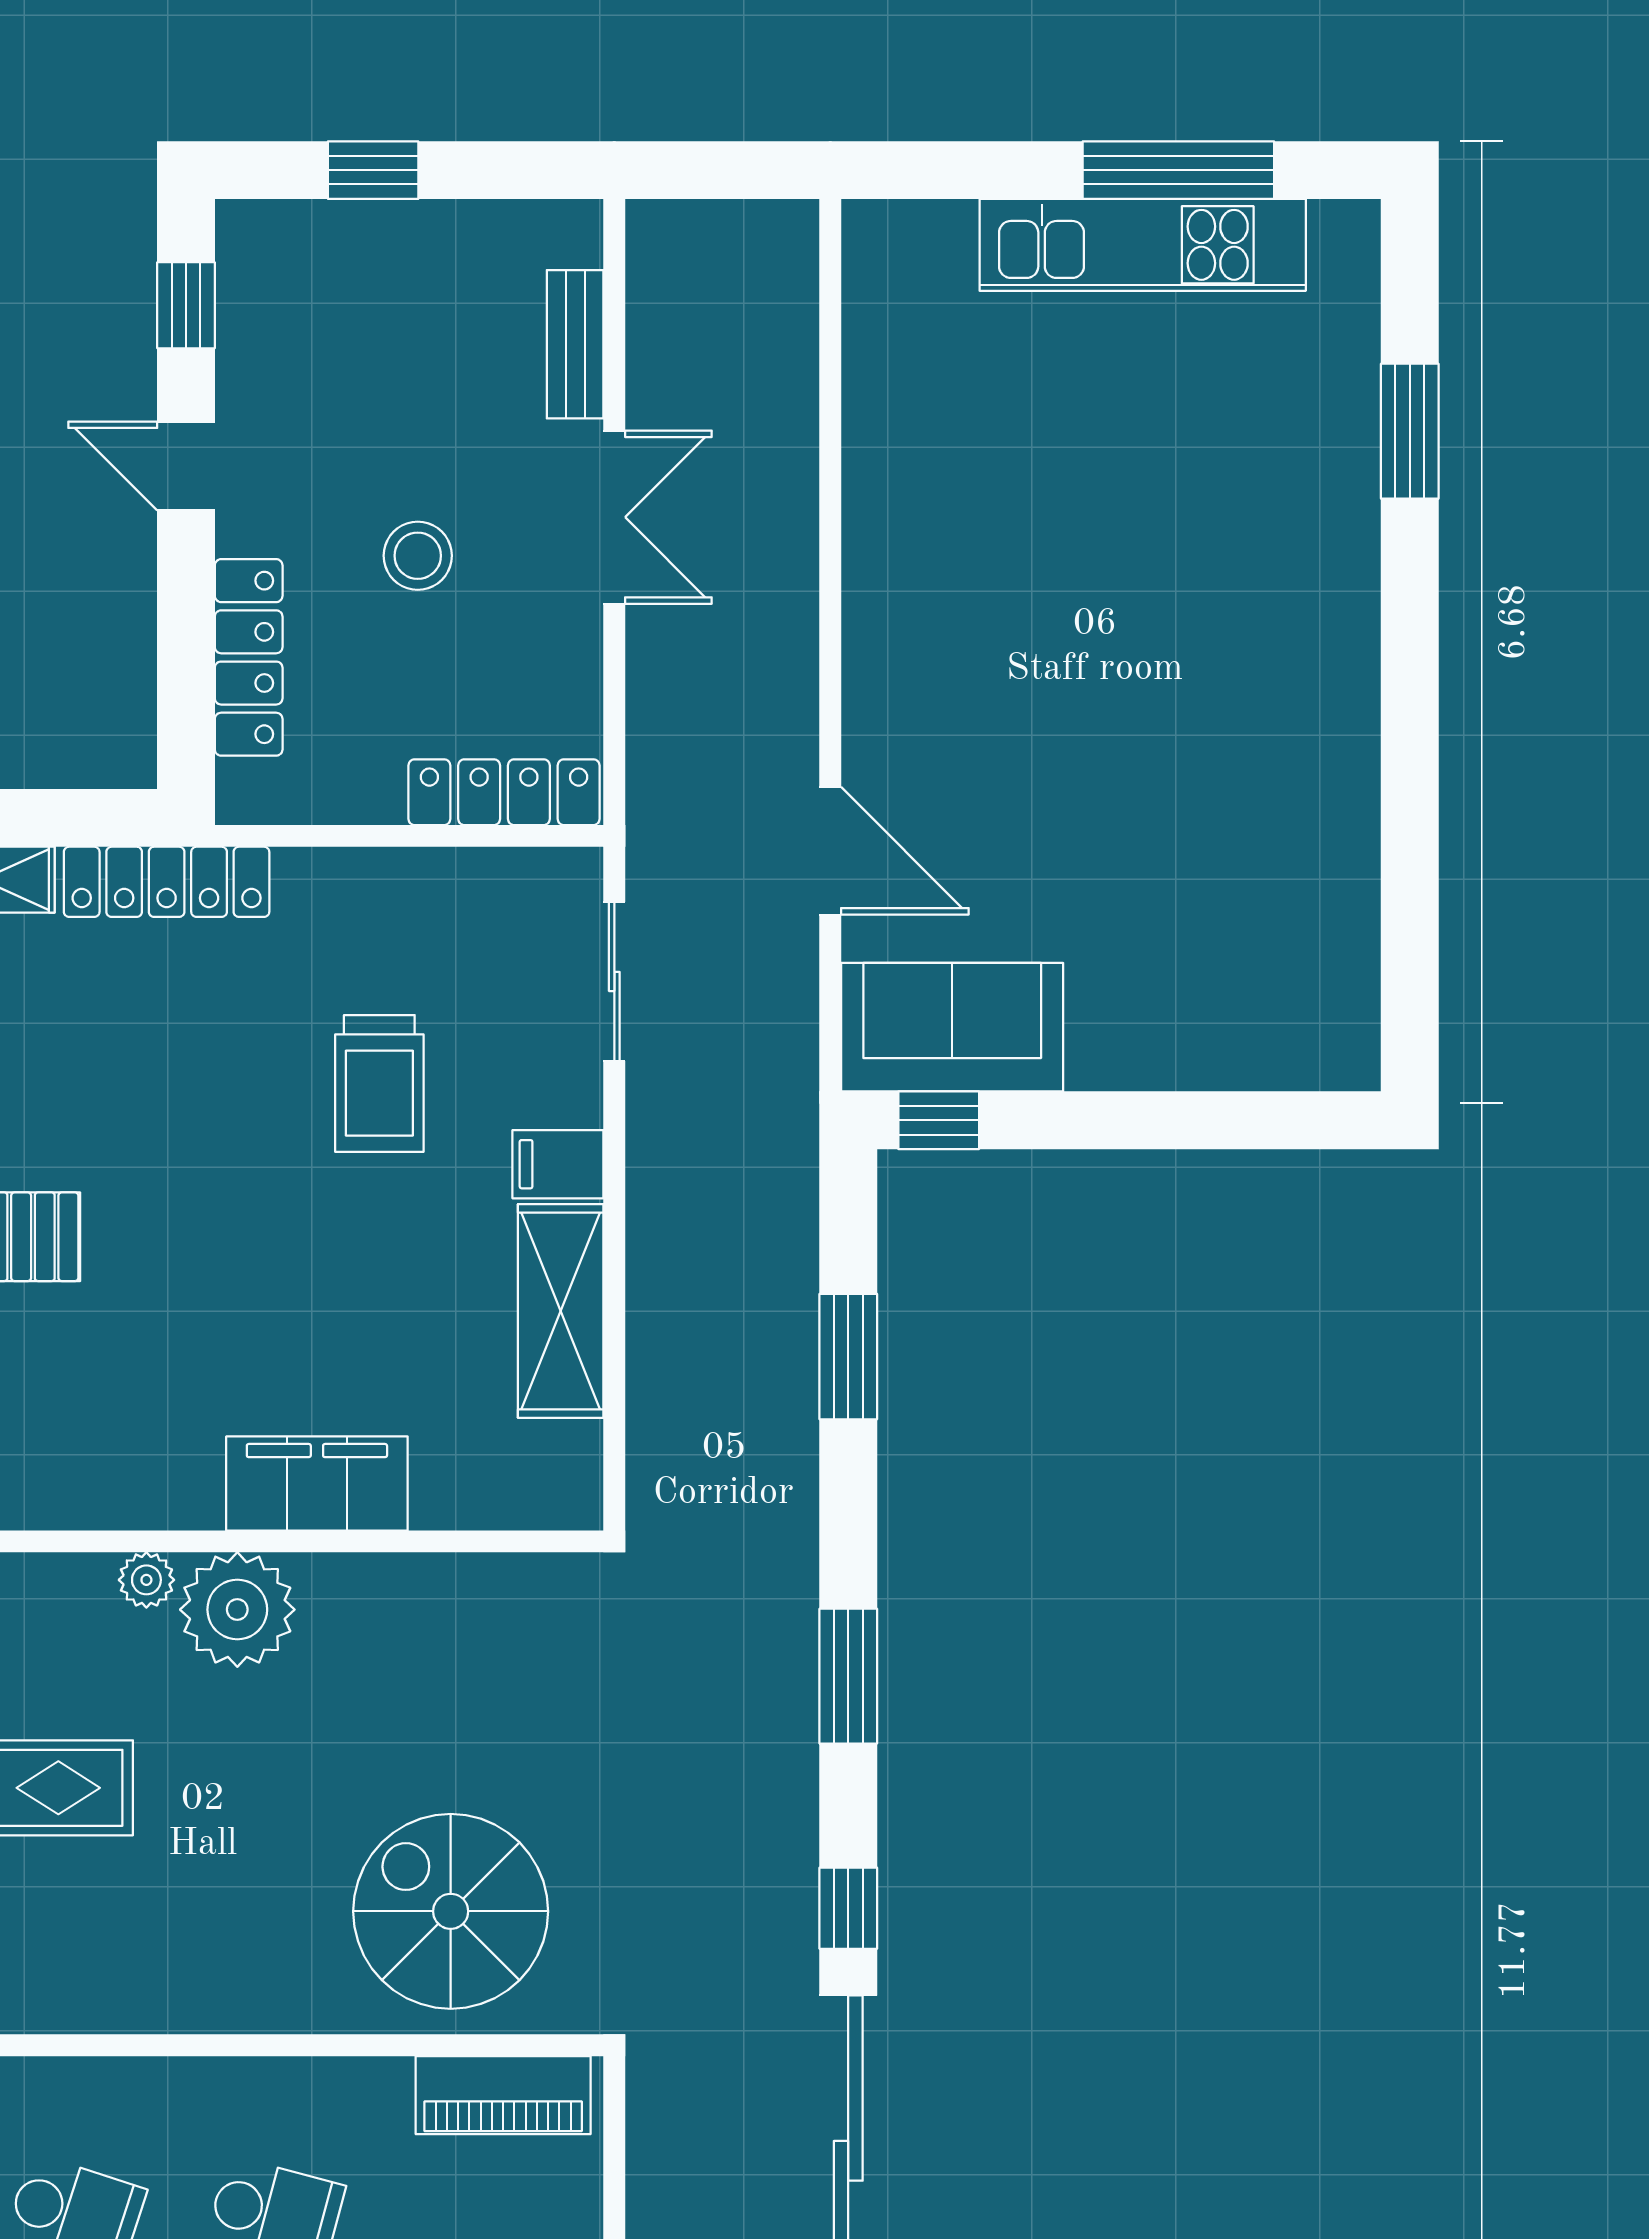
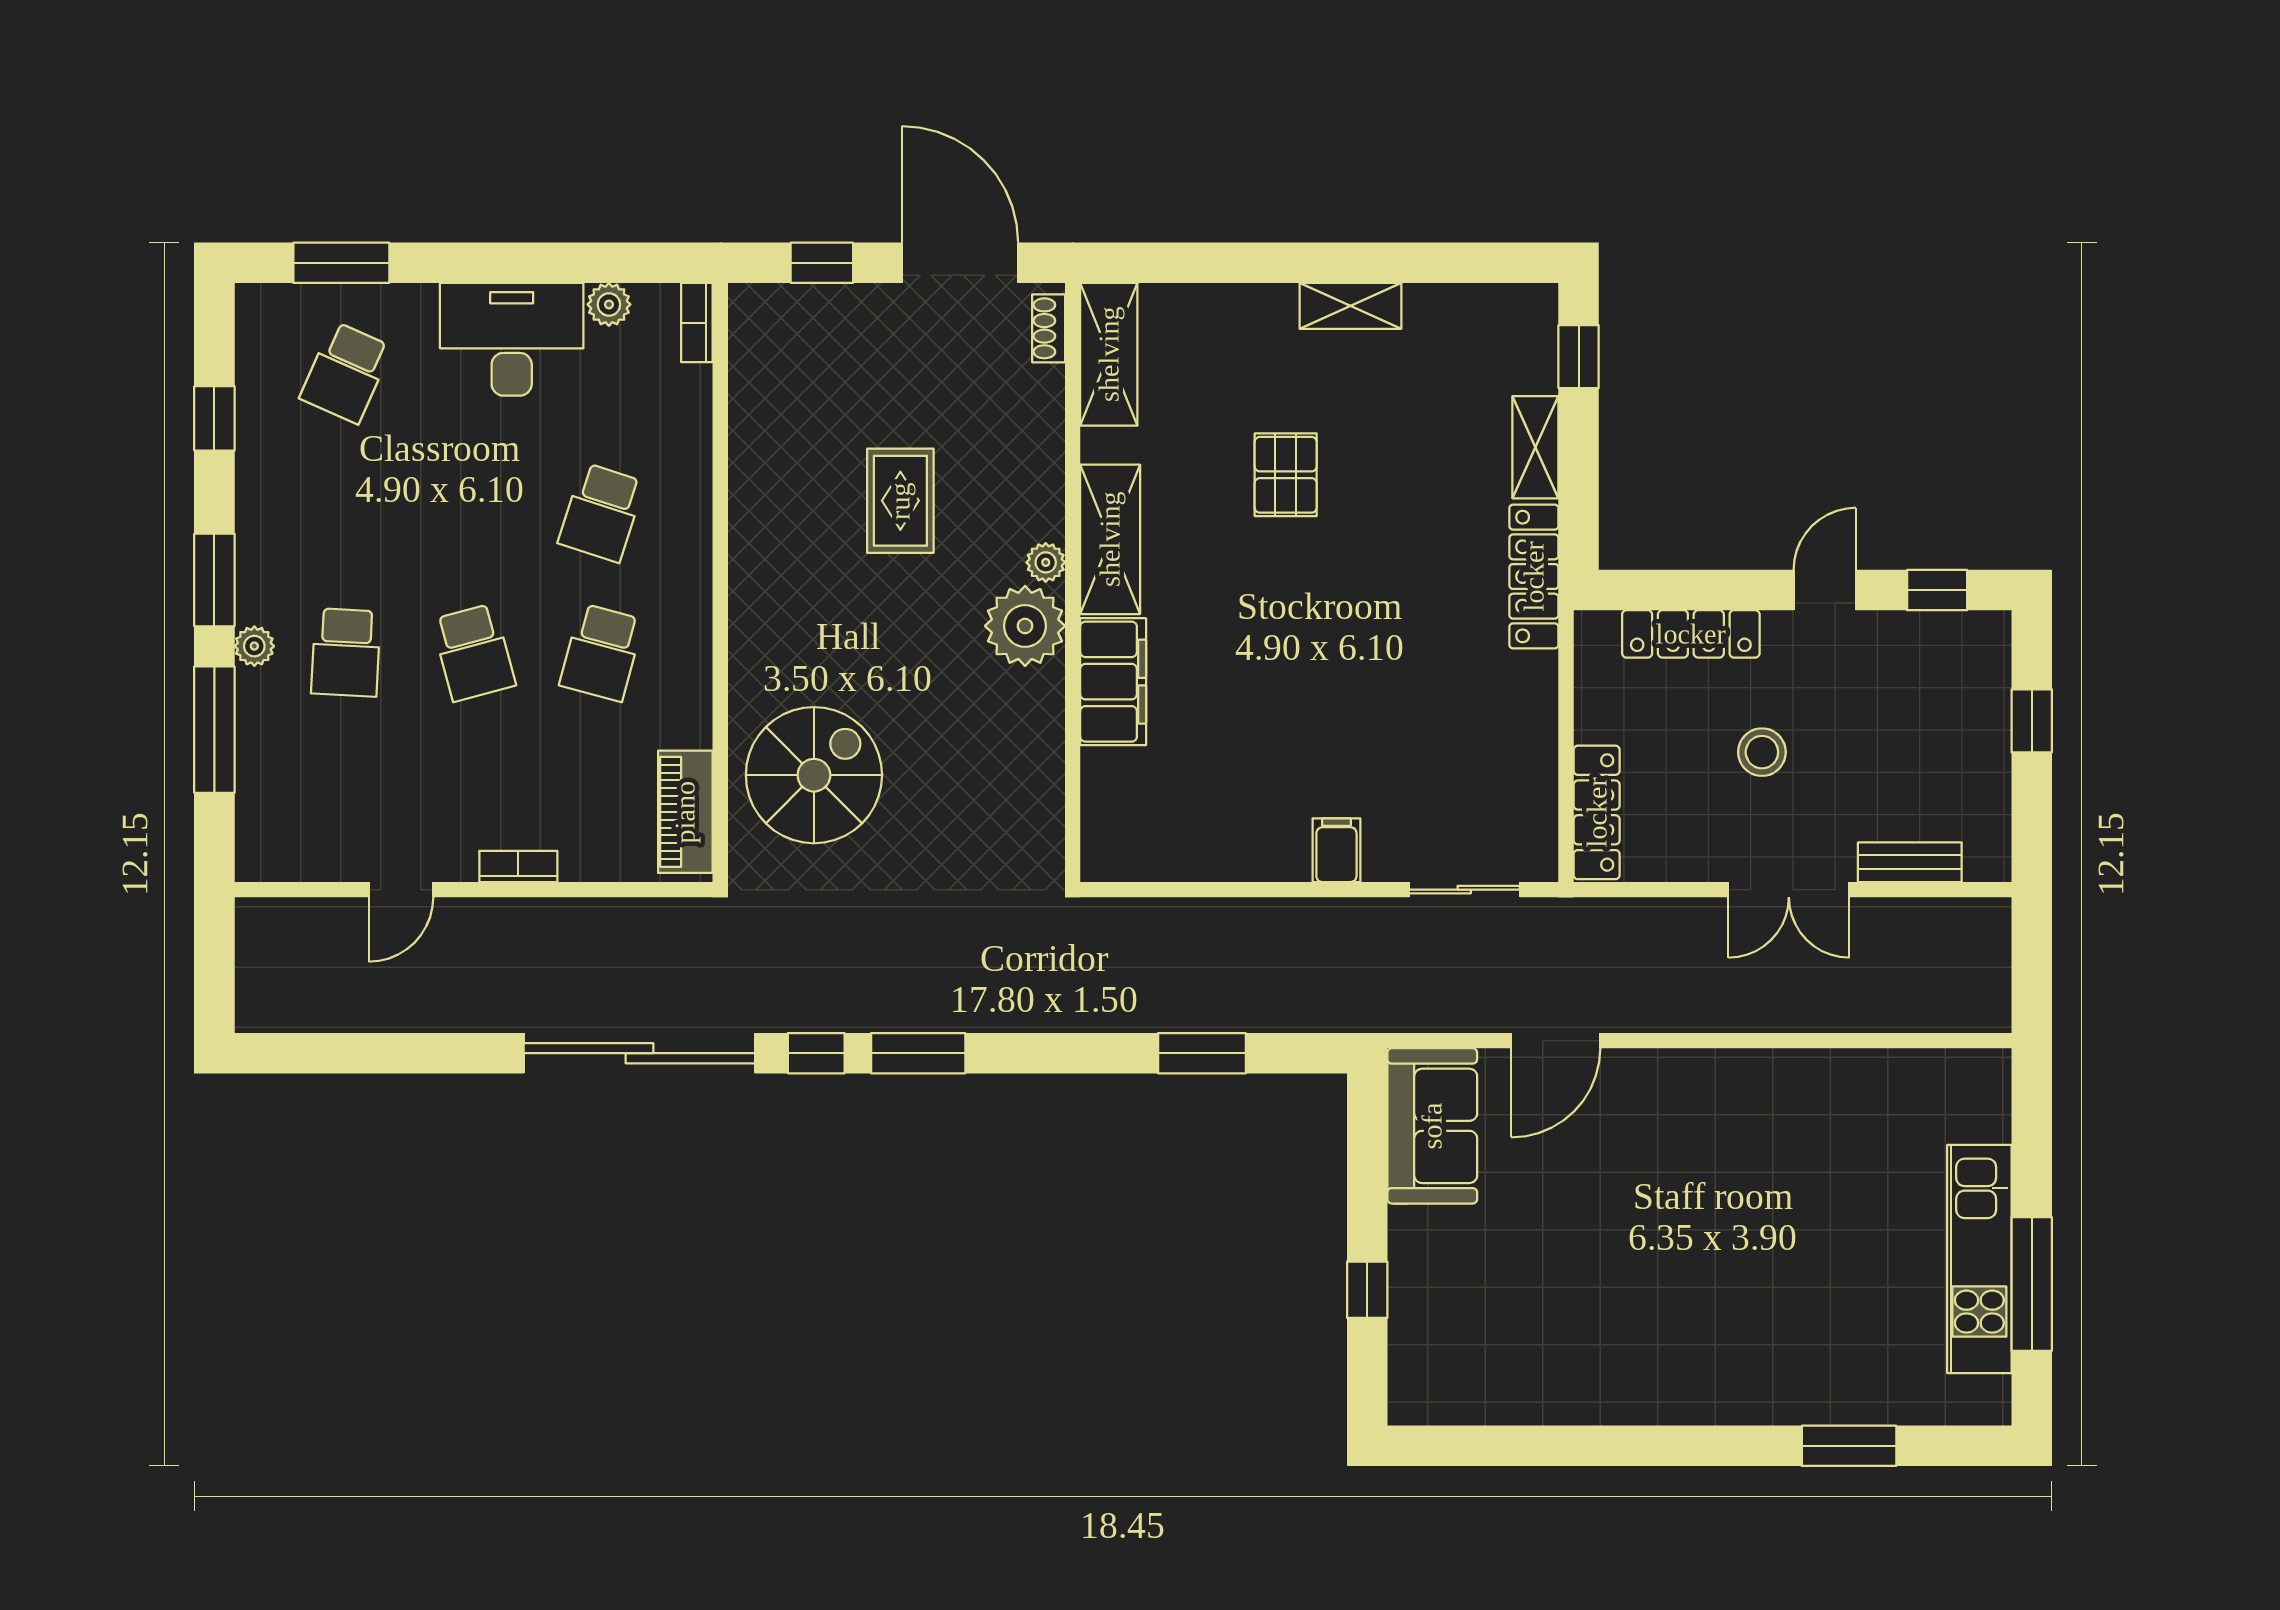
trolley: (379, 1084) -> (1393, 725), removed
window: (939, 1120) -> (1367, 1290), moved
shelving: (561, 1311) -> (1110, 539), moved, turned 90
window: (848, 1676) -> (918, 1053), moved

